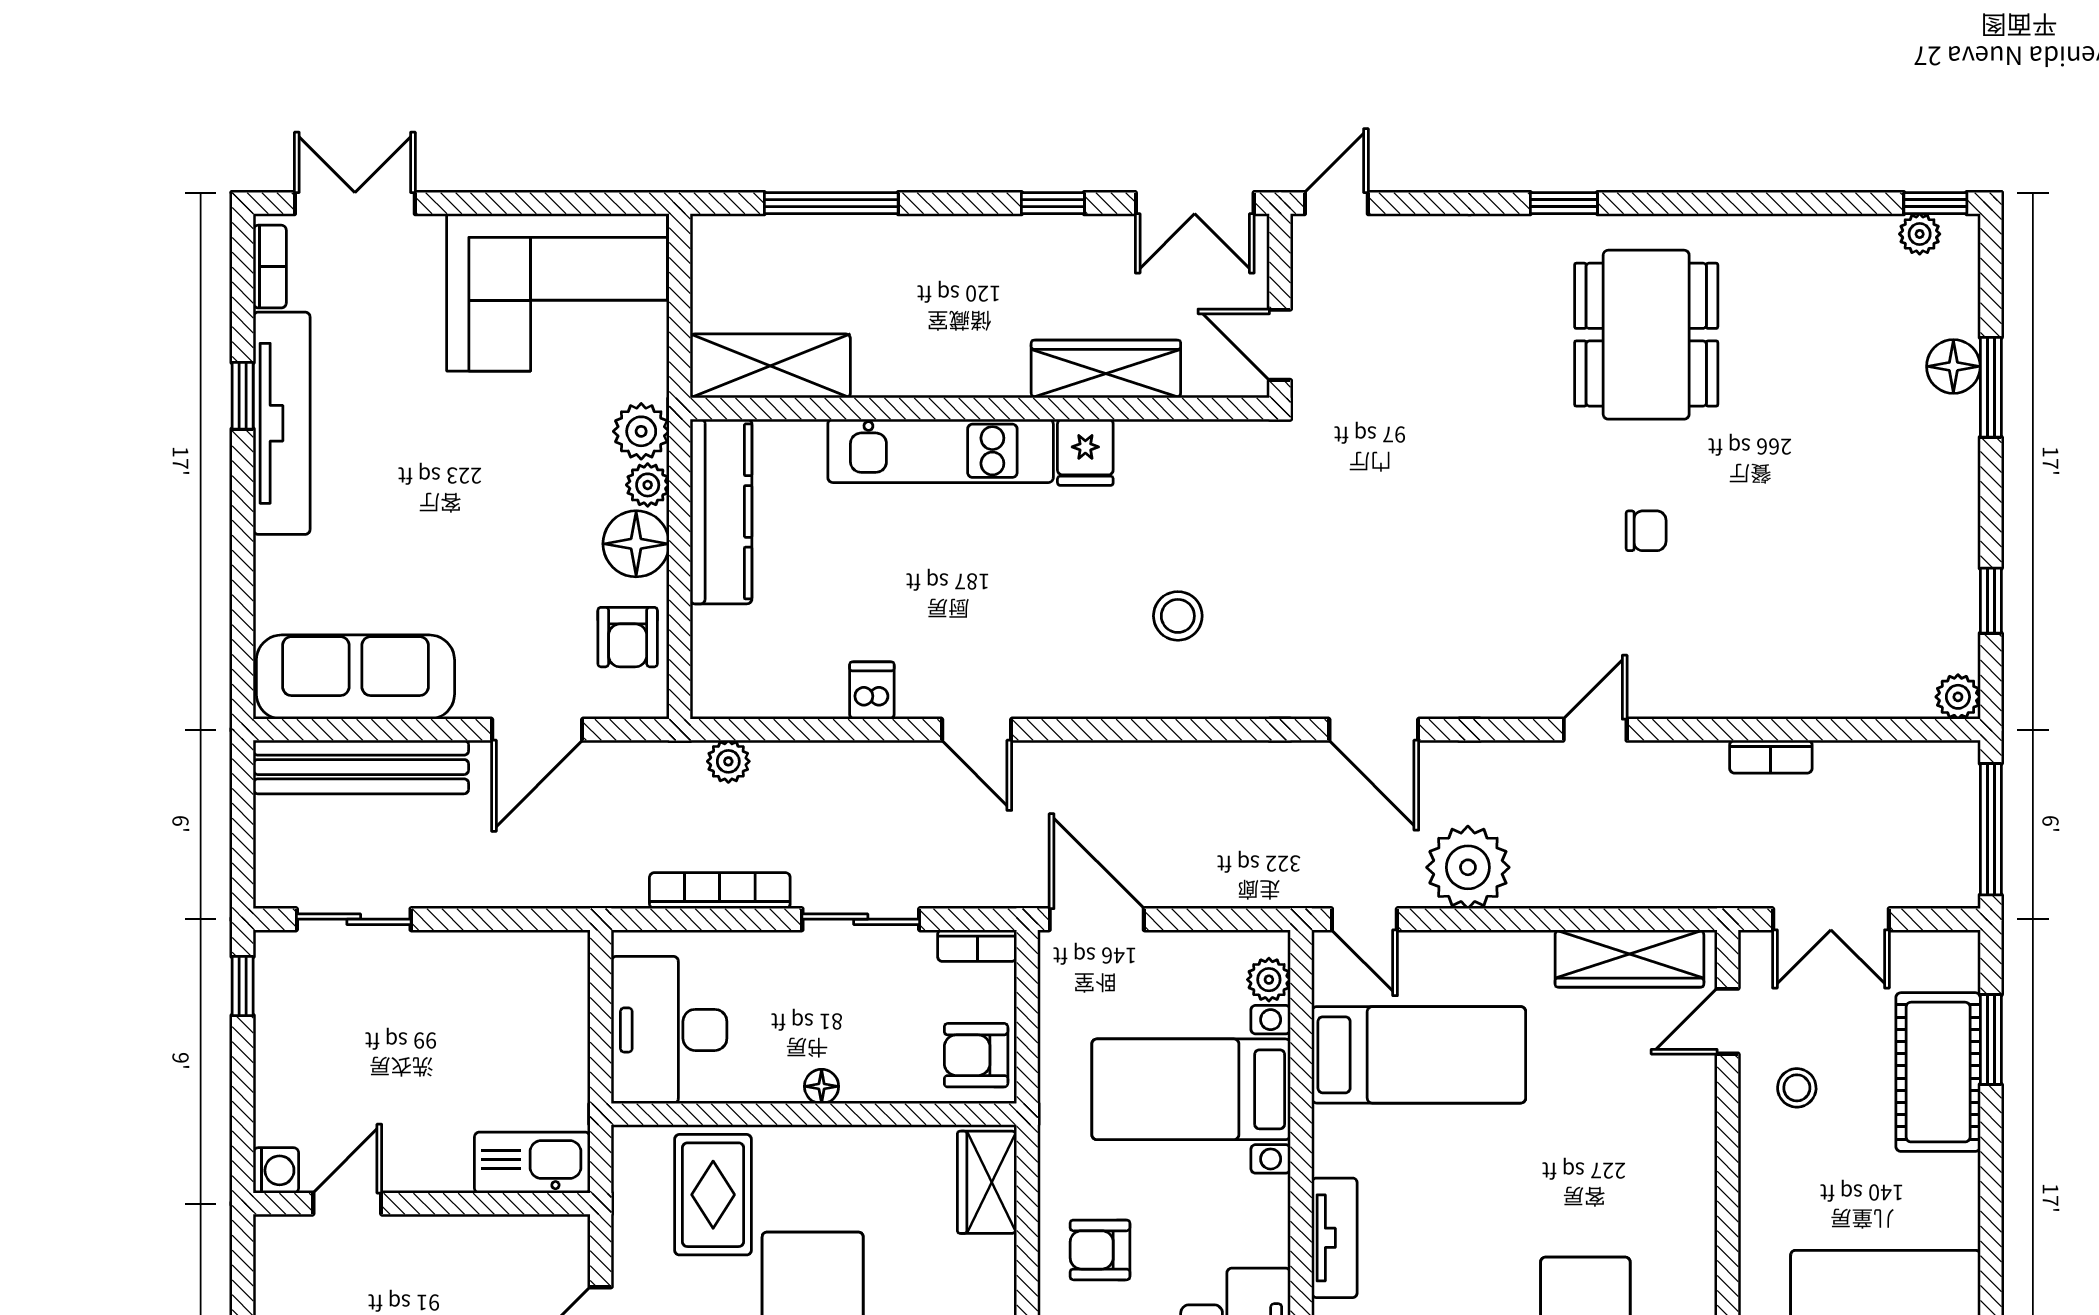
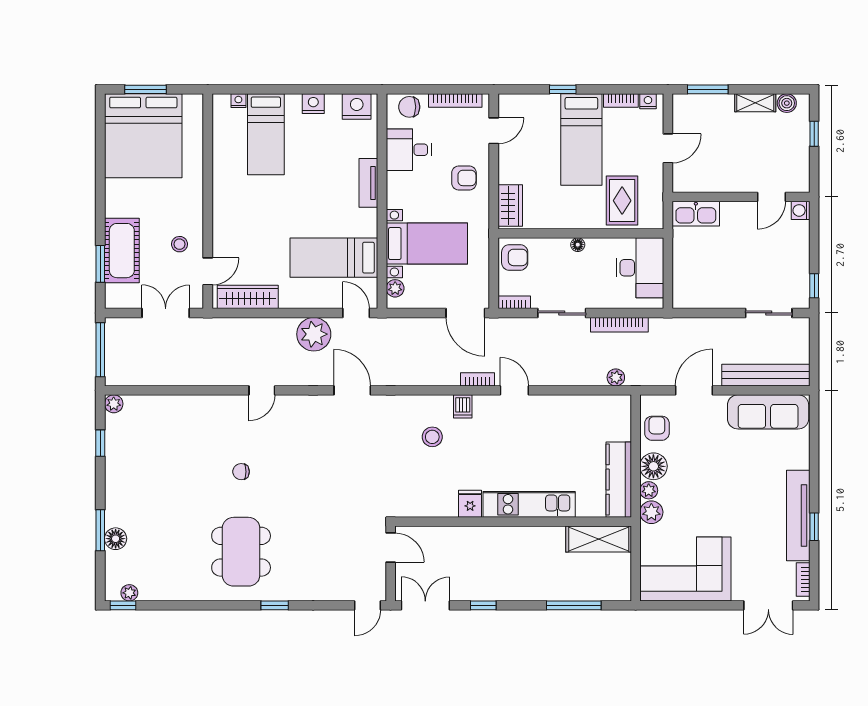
wardrobe: (1106, 369) -> (462, 538), removed
dishwasher: (872, 690) -> (463, 406), moved
bookcase: (1771, 757) -> (477, 379), moved

